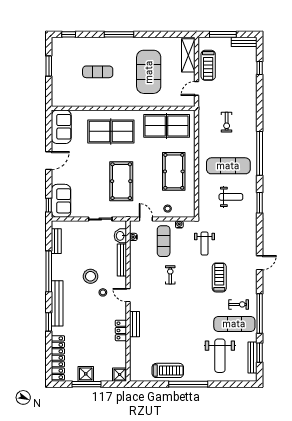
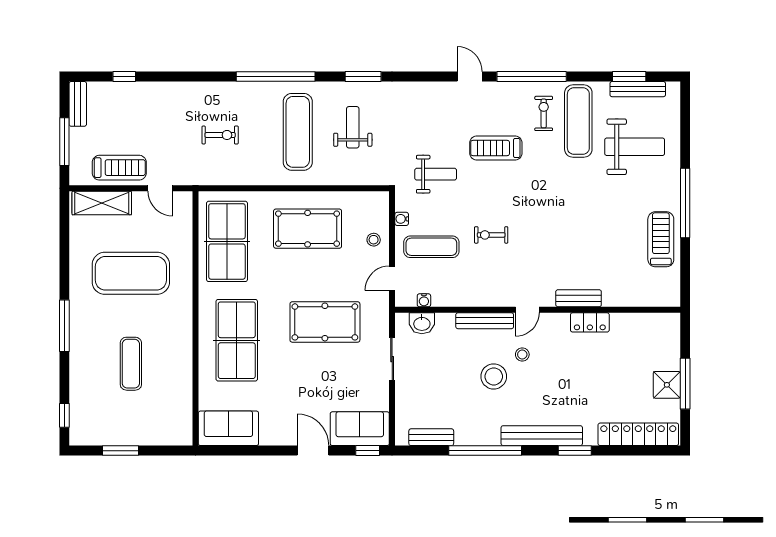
door: (49, 161) -> (313, 451), moved
bench: (122, 260) -> (485, 321), moved
window: (260, 313) -> (532, 77), moved
shower: (120, 375) -> (668, 325), removed

